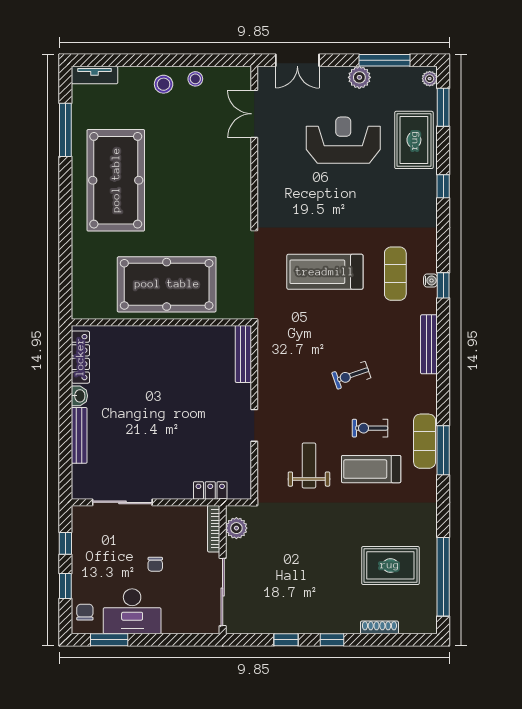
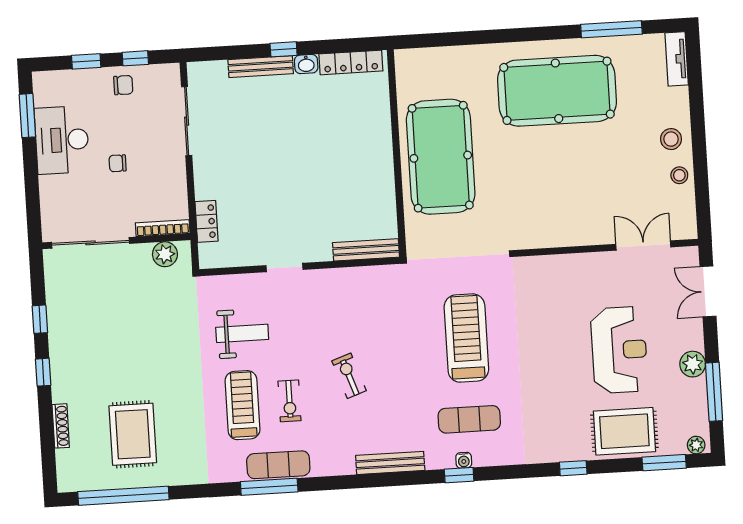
window: (65, 415) -> (284, 49), added
exercise bike: (370, 428) -> (289, 401), turned 180
chair: (85, 612) -> (123, 85), moved

